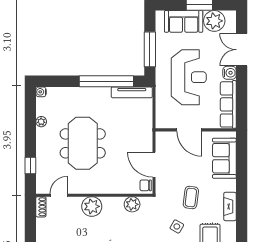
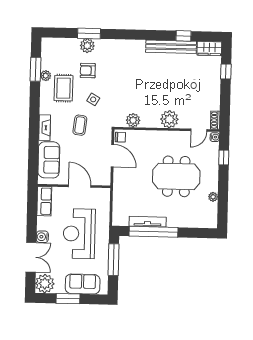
plant: (214, 21) -> (45, 284), moved
water cooler: (41, 92) -> (215, 137), moved
tv unit: (132, 92) -> (148, 222), moved
row of seats: (228, 104) -> (44, 201), width x0.68
meeting table: (83, 143) -> (176, 176), turned 90
fireplace: (230, 206) -> (45, 128), moved

